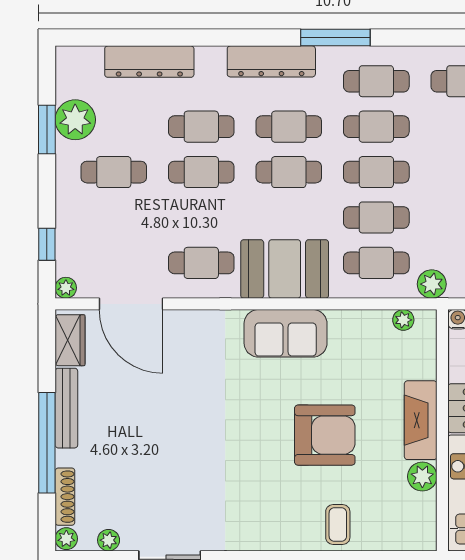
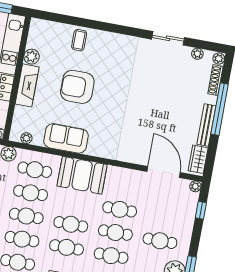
cafe table: (201, 263) -> (120, 209), moved
sofa: (286, 333) -> (66, 138), moved

